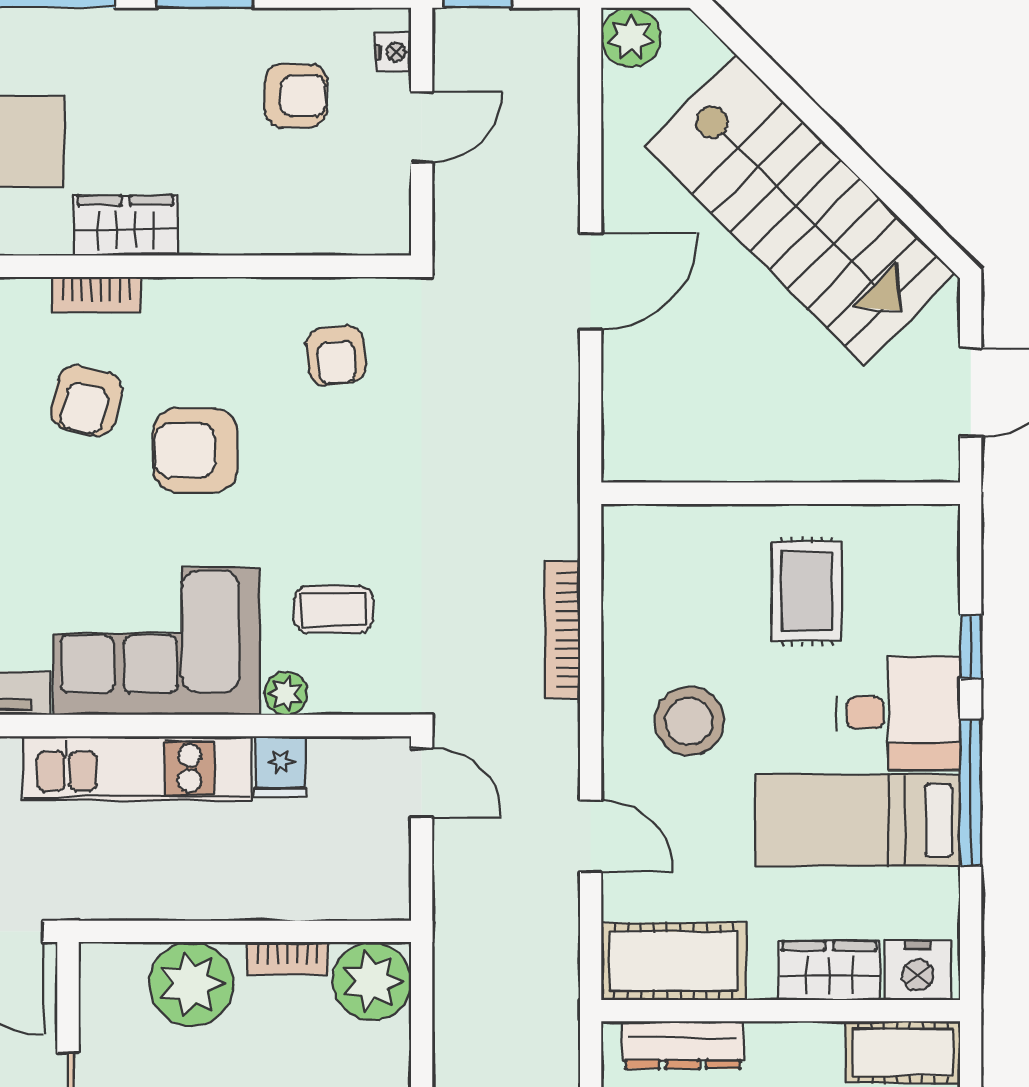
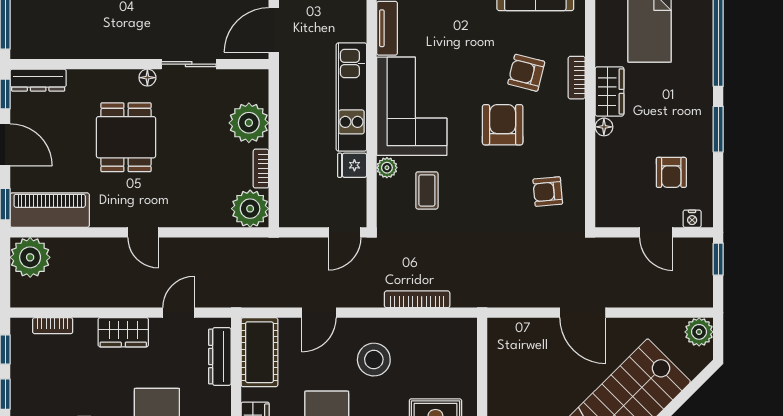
floor lamp: (200, 237) -> (604, 127), added

